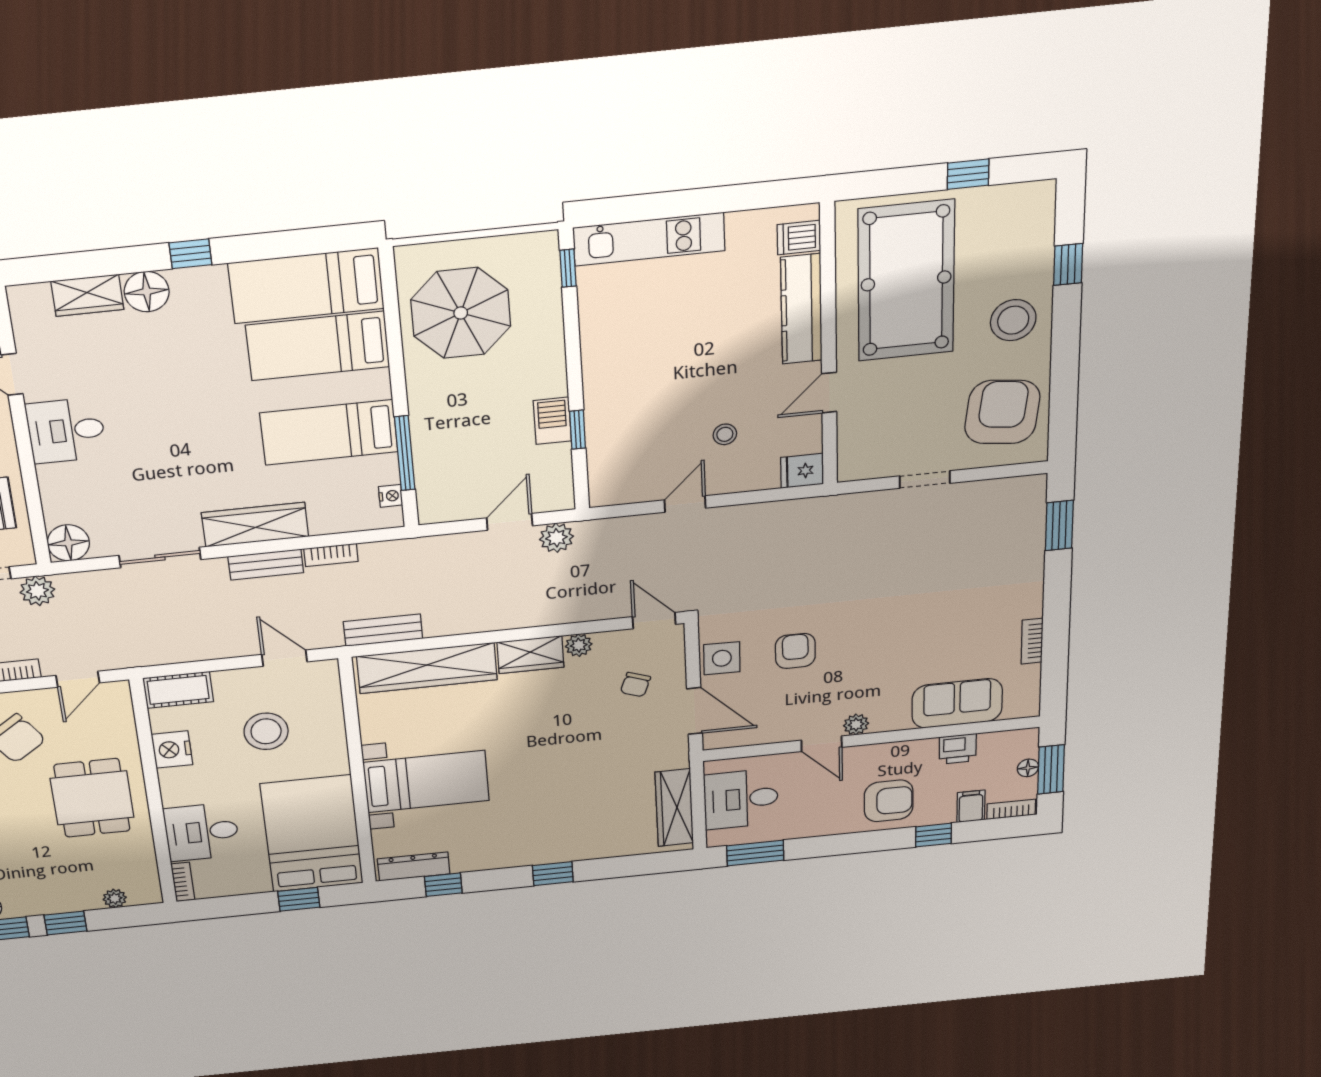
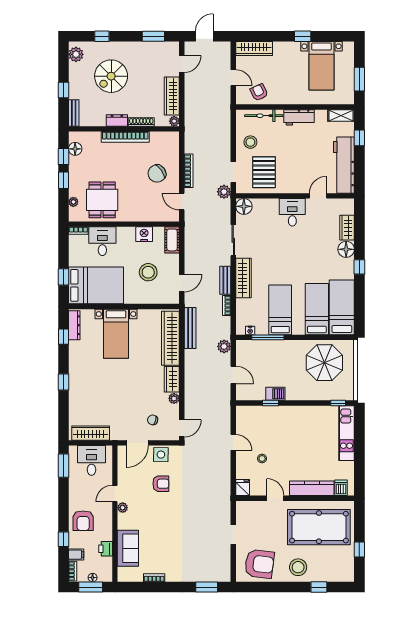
plant: (556, 538) -> (224, 346), moved
bench: (383, 630) -> (190, 328), width x1.36
dining table: (92, 798) -> (102, 200), moved, turned 90

